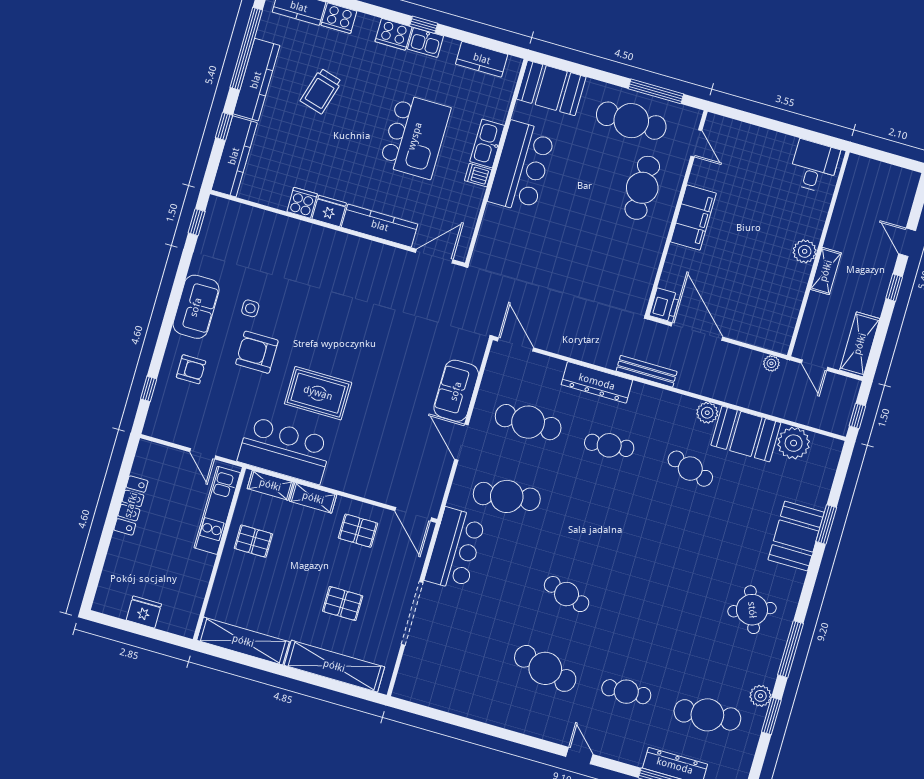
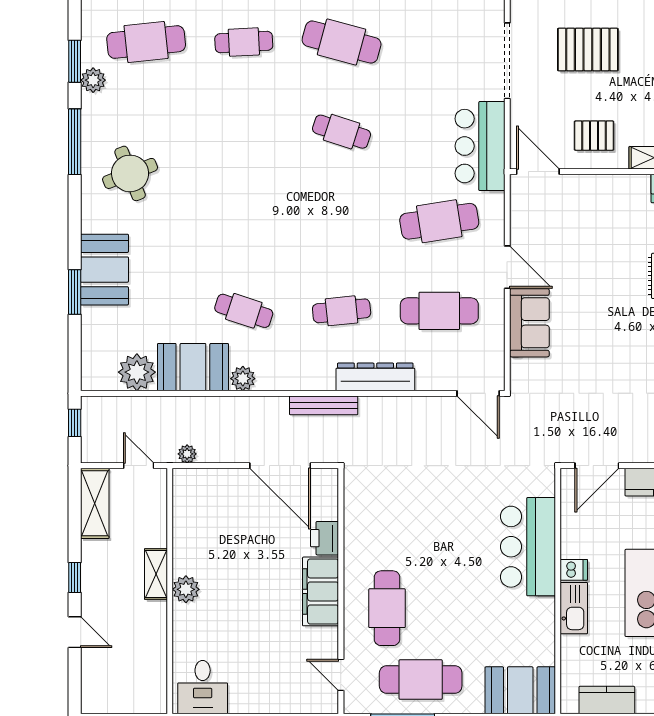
bar counter: (522, 167) -> (528, 547), moved
printer: (665, 305) -> (325, 538), moved
pallet: (343, 604) -> (588, 50), width x1.50, depth x1.42

